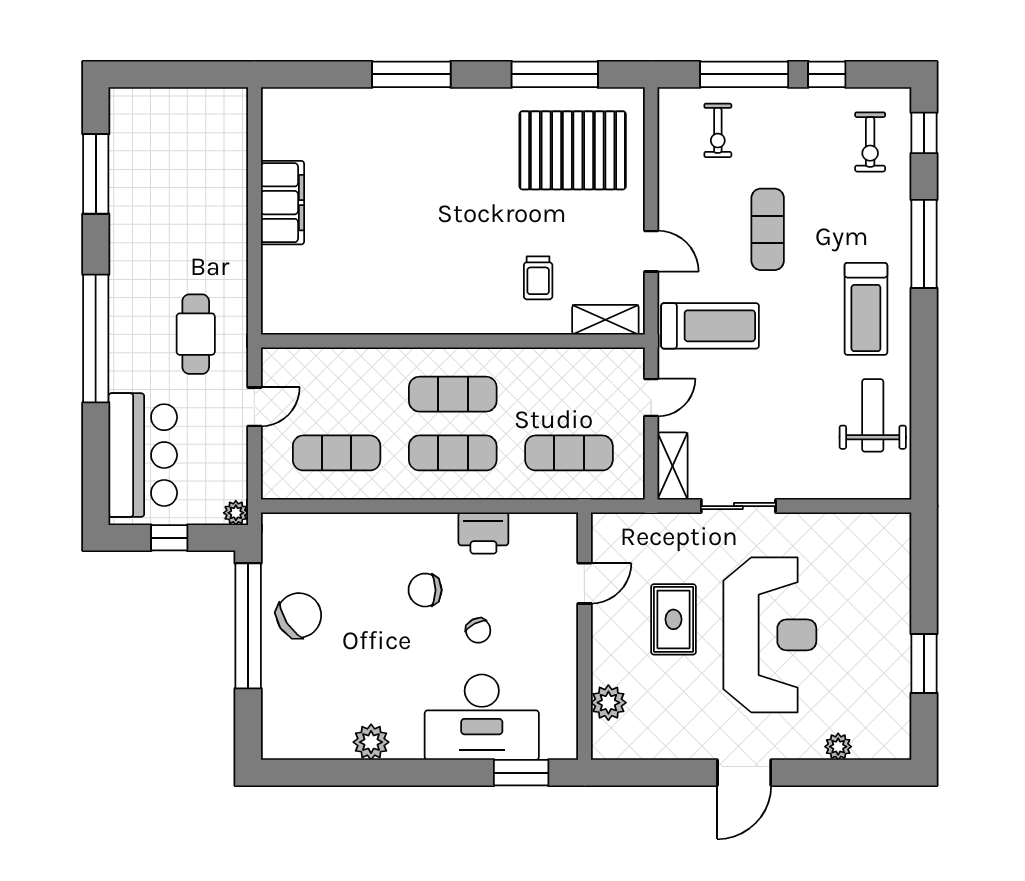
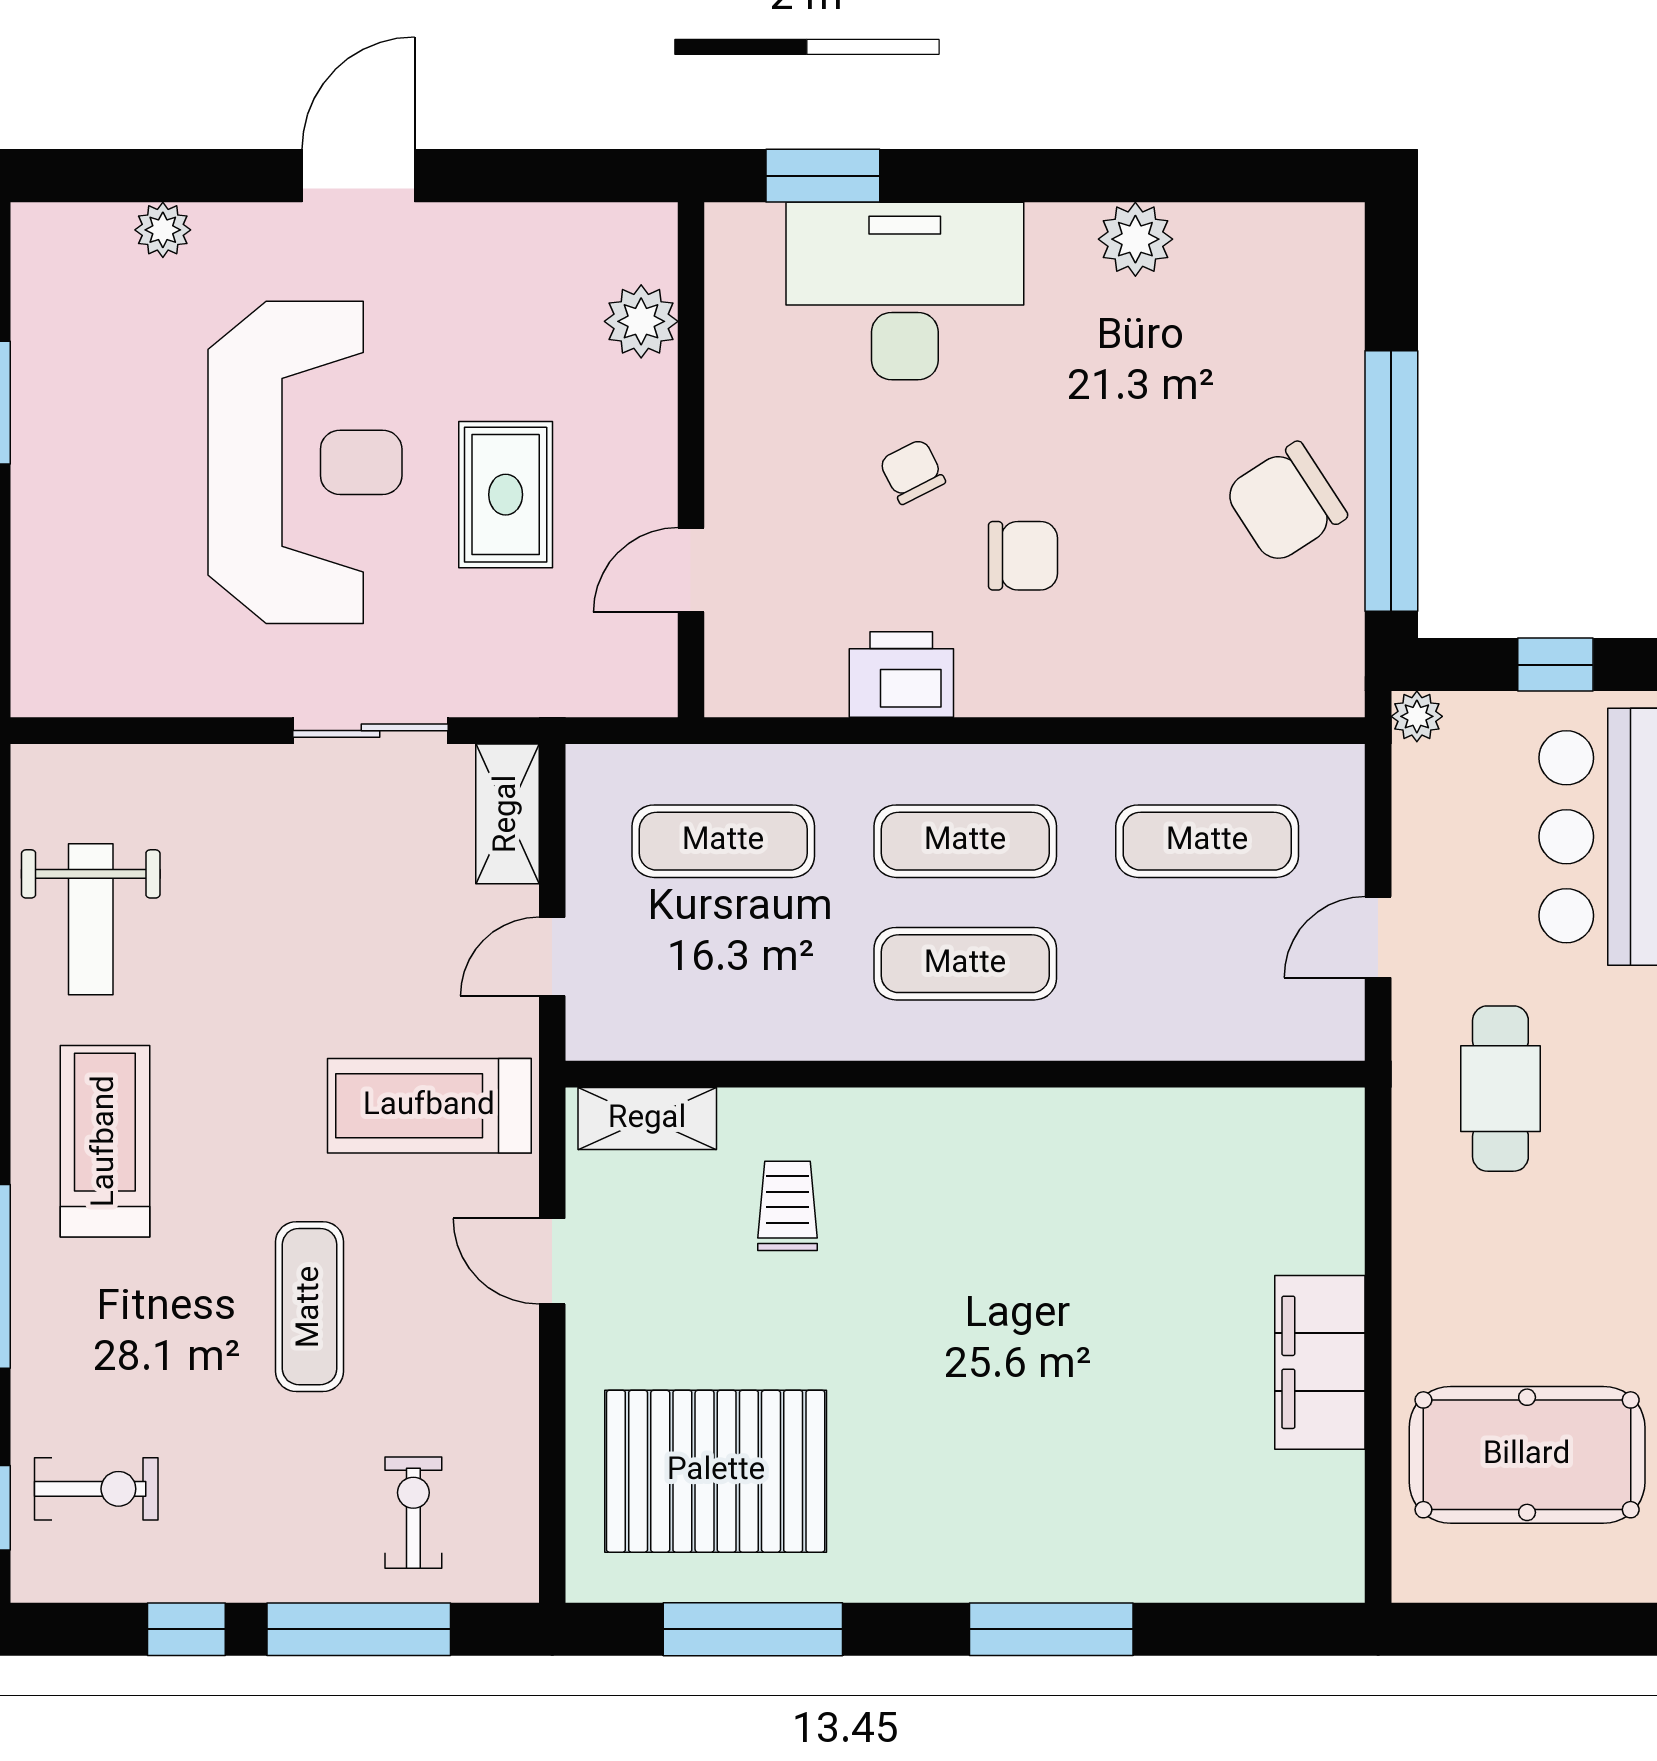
exercise bike: (870, 142) -> (96, 1489), turned 90
pool table: (183, 158) -> (1527, 1455), added
reception desk: (770, 635) -> (305, 462), turned 180

